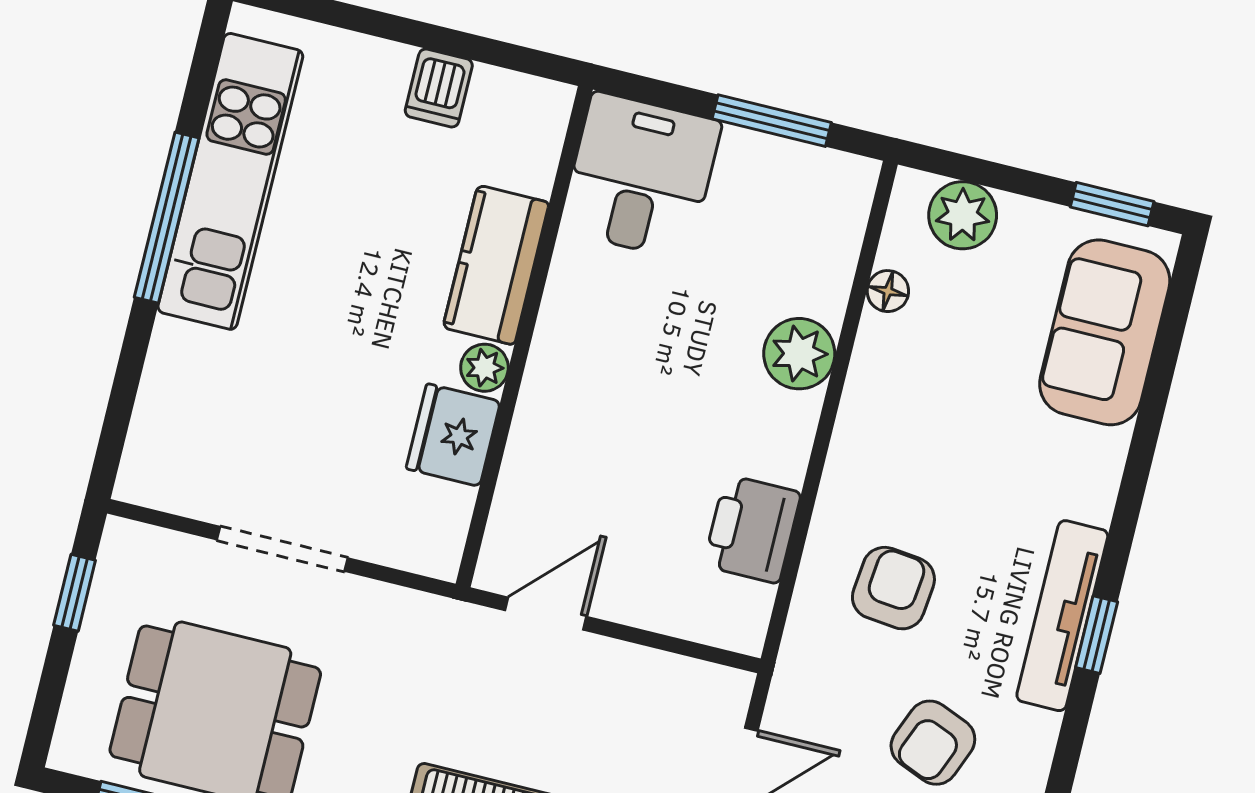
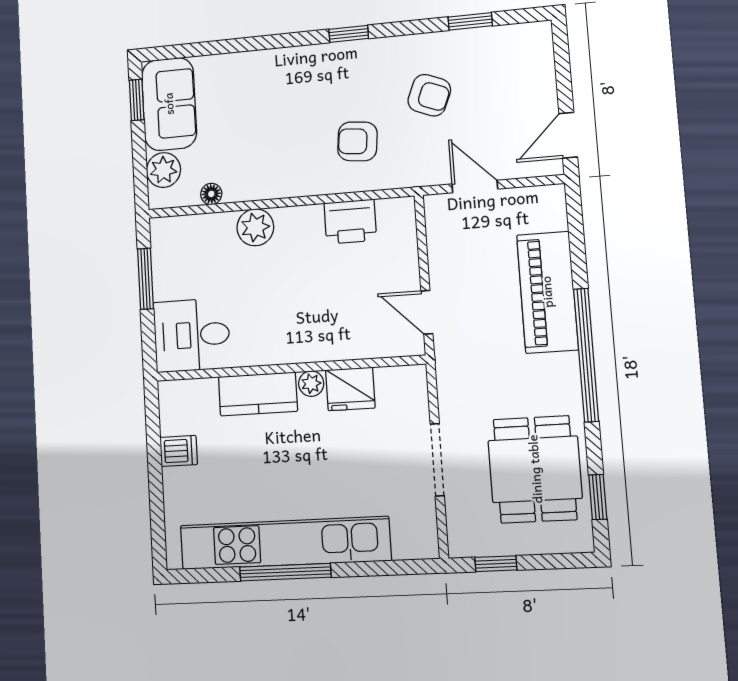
kitchen unit: (230, 181) -> (285, 543), width x1.36
sofa: (1105, 332) -> (169, 104), moved, turned -90
tv unit: (1062, 616) -> (345, 54), removed

